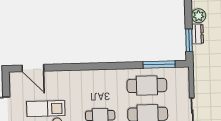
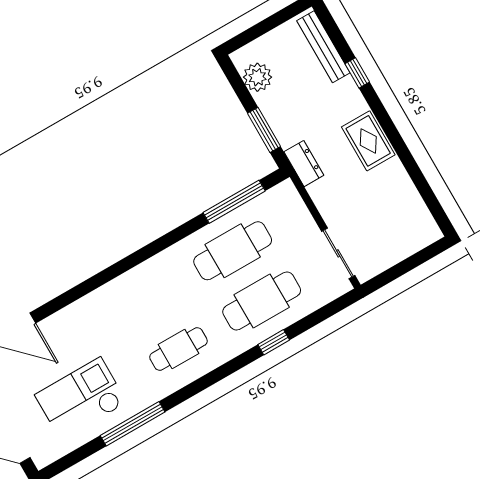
dresser: (198, 34) -> (304, 164), moved

